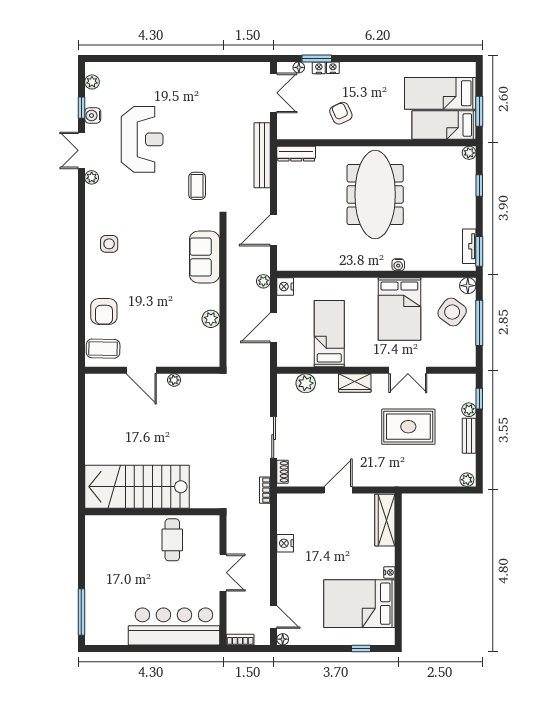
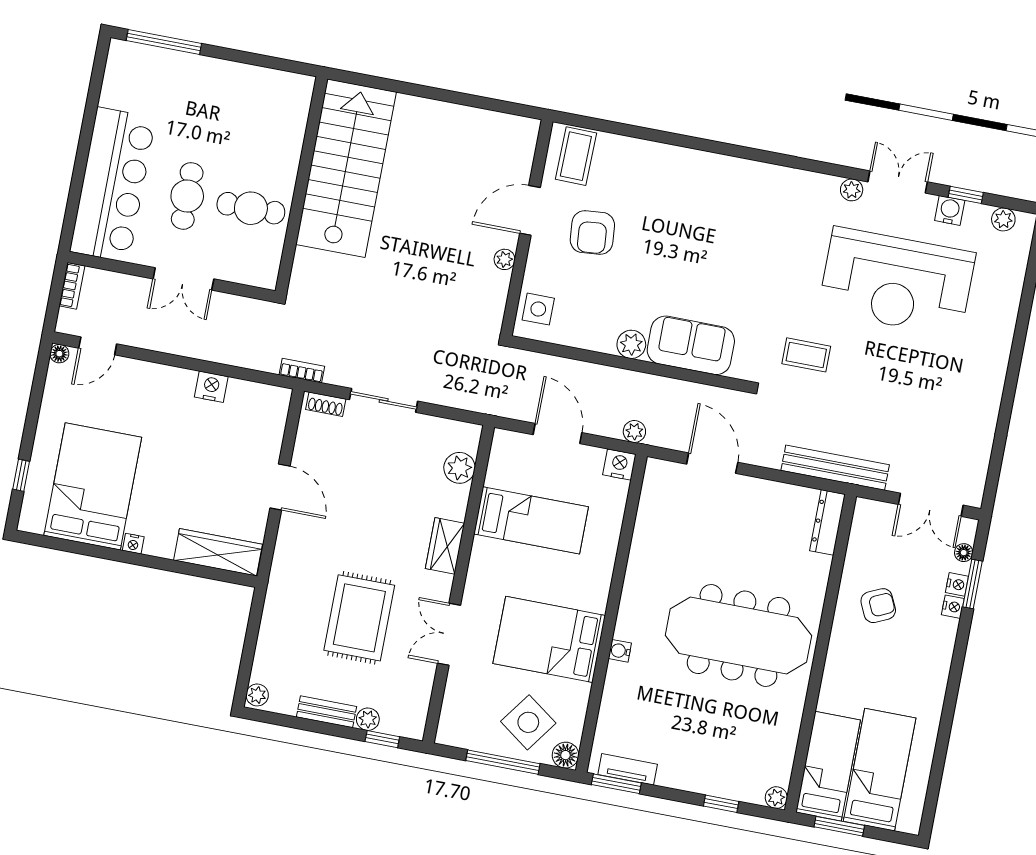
reception desk: (142, 139) -> (897, 282), width x1.36, depth x1.30
side table: (109, 244) -> (538, 309), moved
armchair: (104, 312) -> (592, 233), moved, turned -95
plant: (211, 319) -> (631, 344), moved
cafe table: (172, 580) -> (187, 196), added

